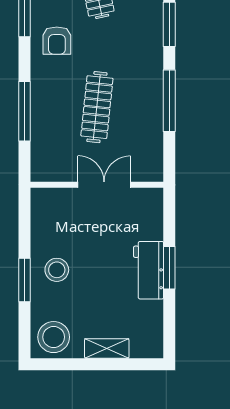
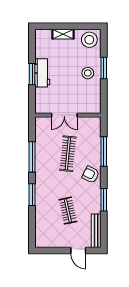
armchair: (57, 41) -> (91, 175), moved, turned -63

